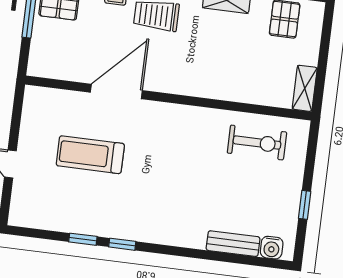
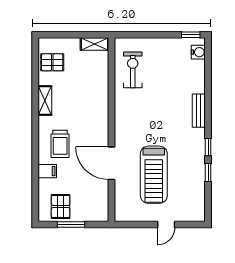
treadmill: (90, 155) -> (154, 175), width x1.37, depth x1.38
window: (305, 205) -> (191, 35), moved
bench: (233, 244) -> (199, 111), moved

